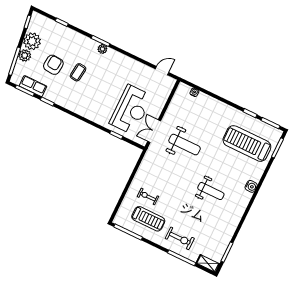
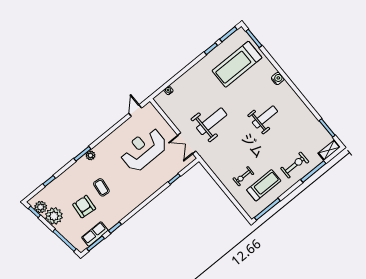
plant: (25, 55) -> (41, 207), moved
reception desk: (131, 110) -> (143, 149), moved, turned -90

